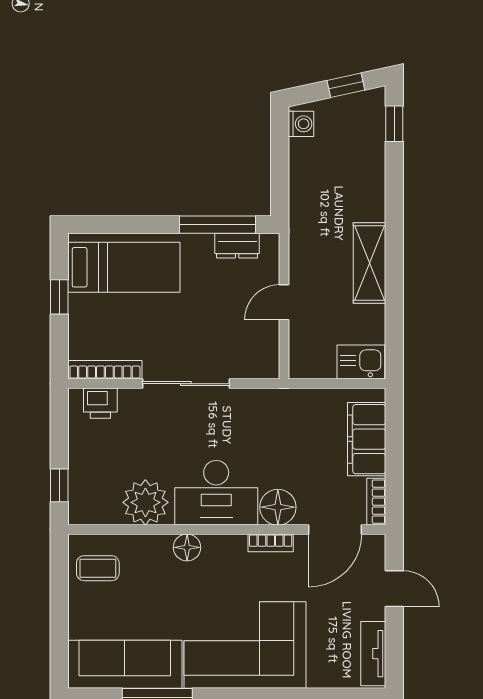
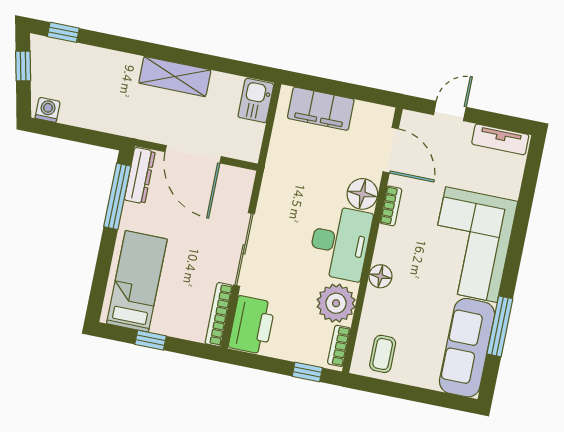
dresser: (237, 246) -> (140, 176), width x1.44
door: (284, 302) -> (193, 154), width x1.88
printer: (100, 403) -> (252, 325), width x1.87, depth x1.48
bookcase: (376, 502) -> (339, 346), moved, turned 90

